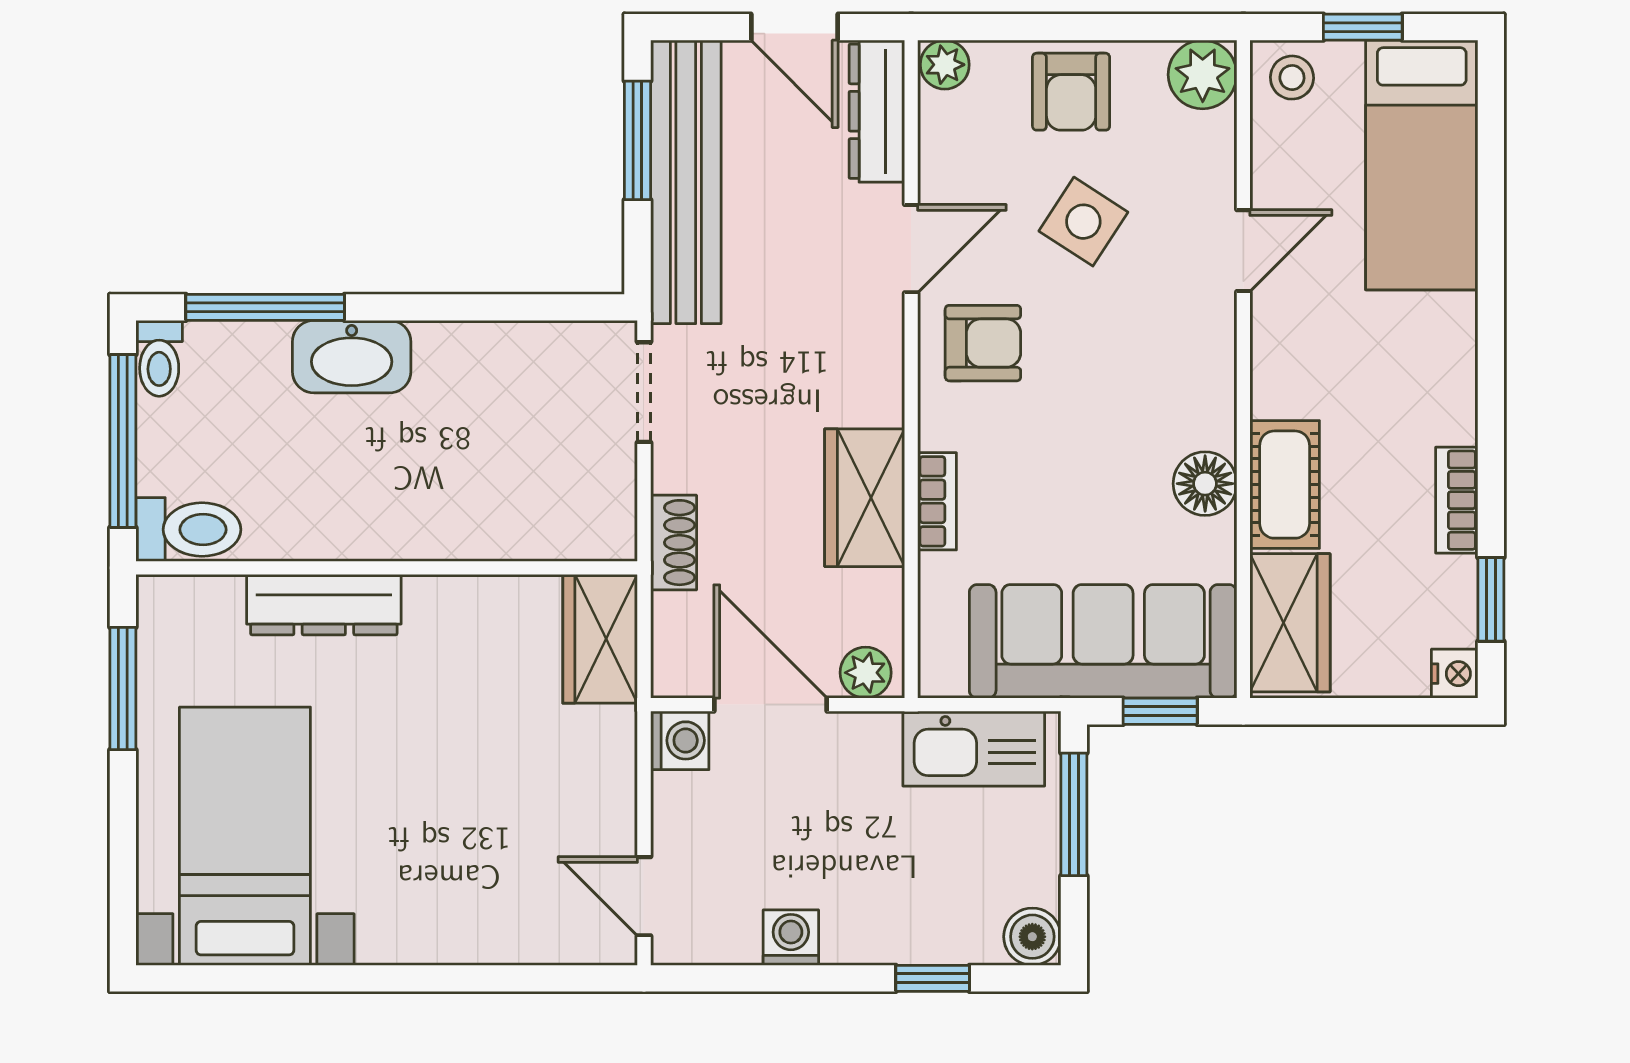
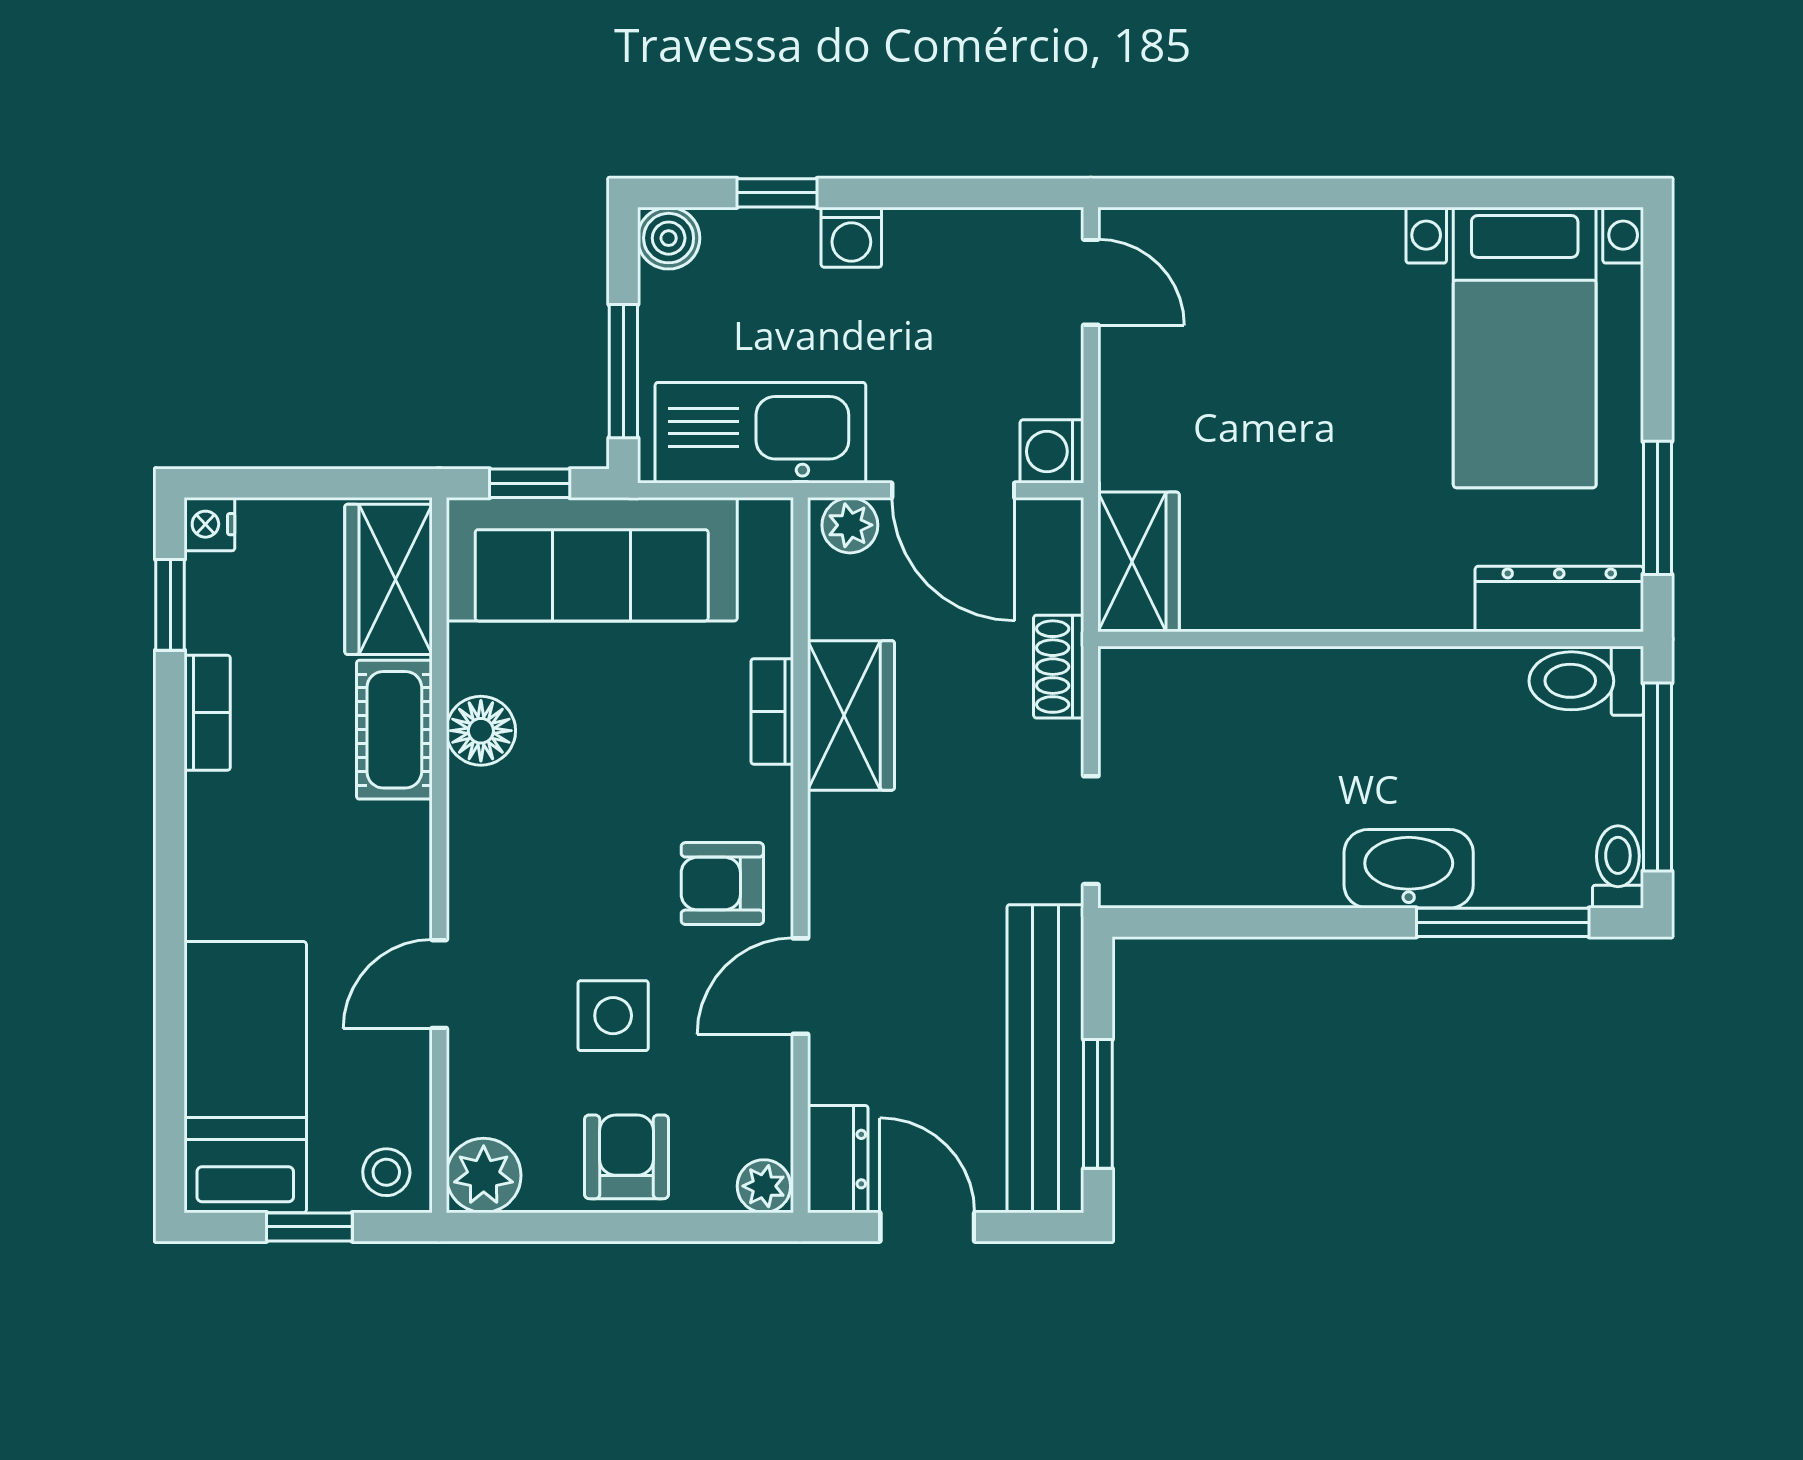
dresser: (877, 111) -> (838, 1159), width x0.70
side table: (1083, 222) -> (613, 1016), turned -33
dresser: (324, 605) -> (1559, 599), moved
kitchen sink: (974, 749) -> (760, 433), width x1.36, depth x1.24
washing machine: (791, 938) -> (851, 237), moved

